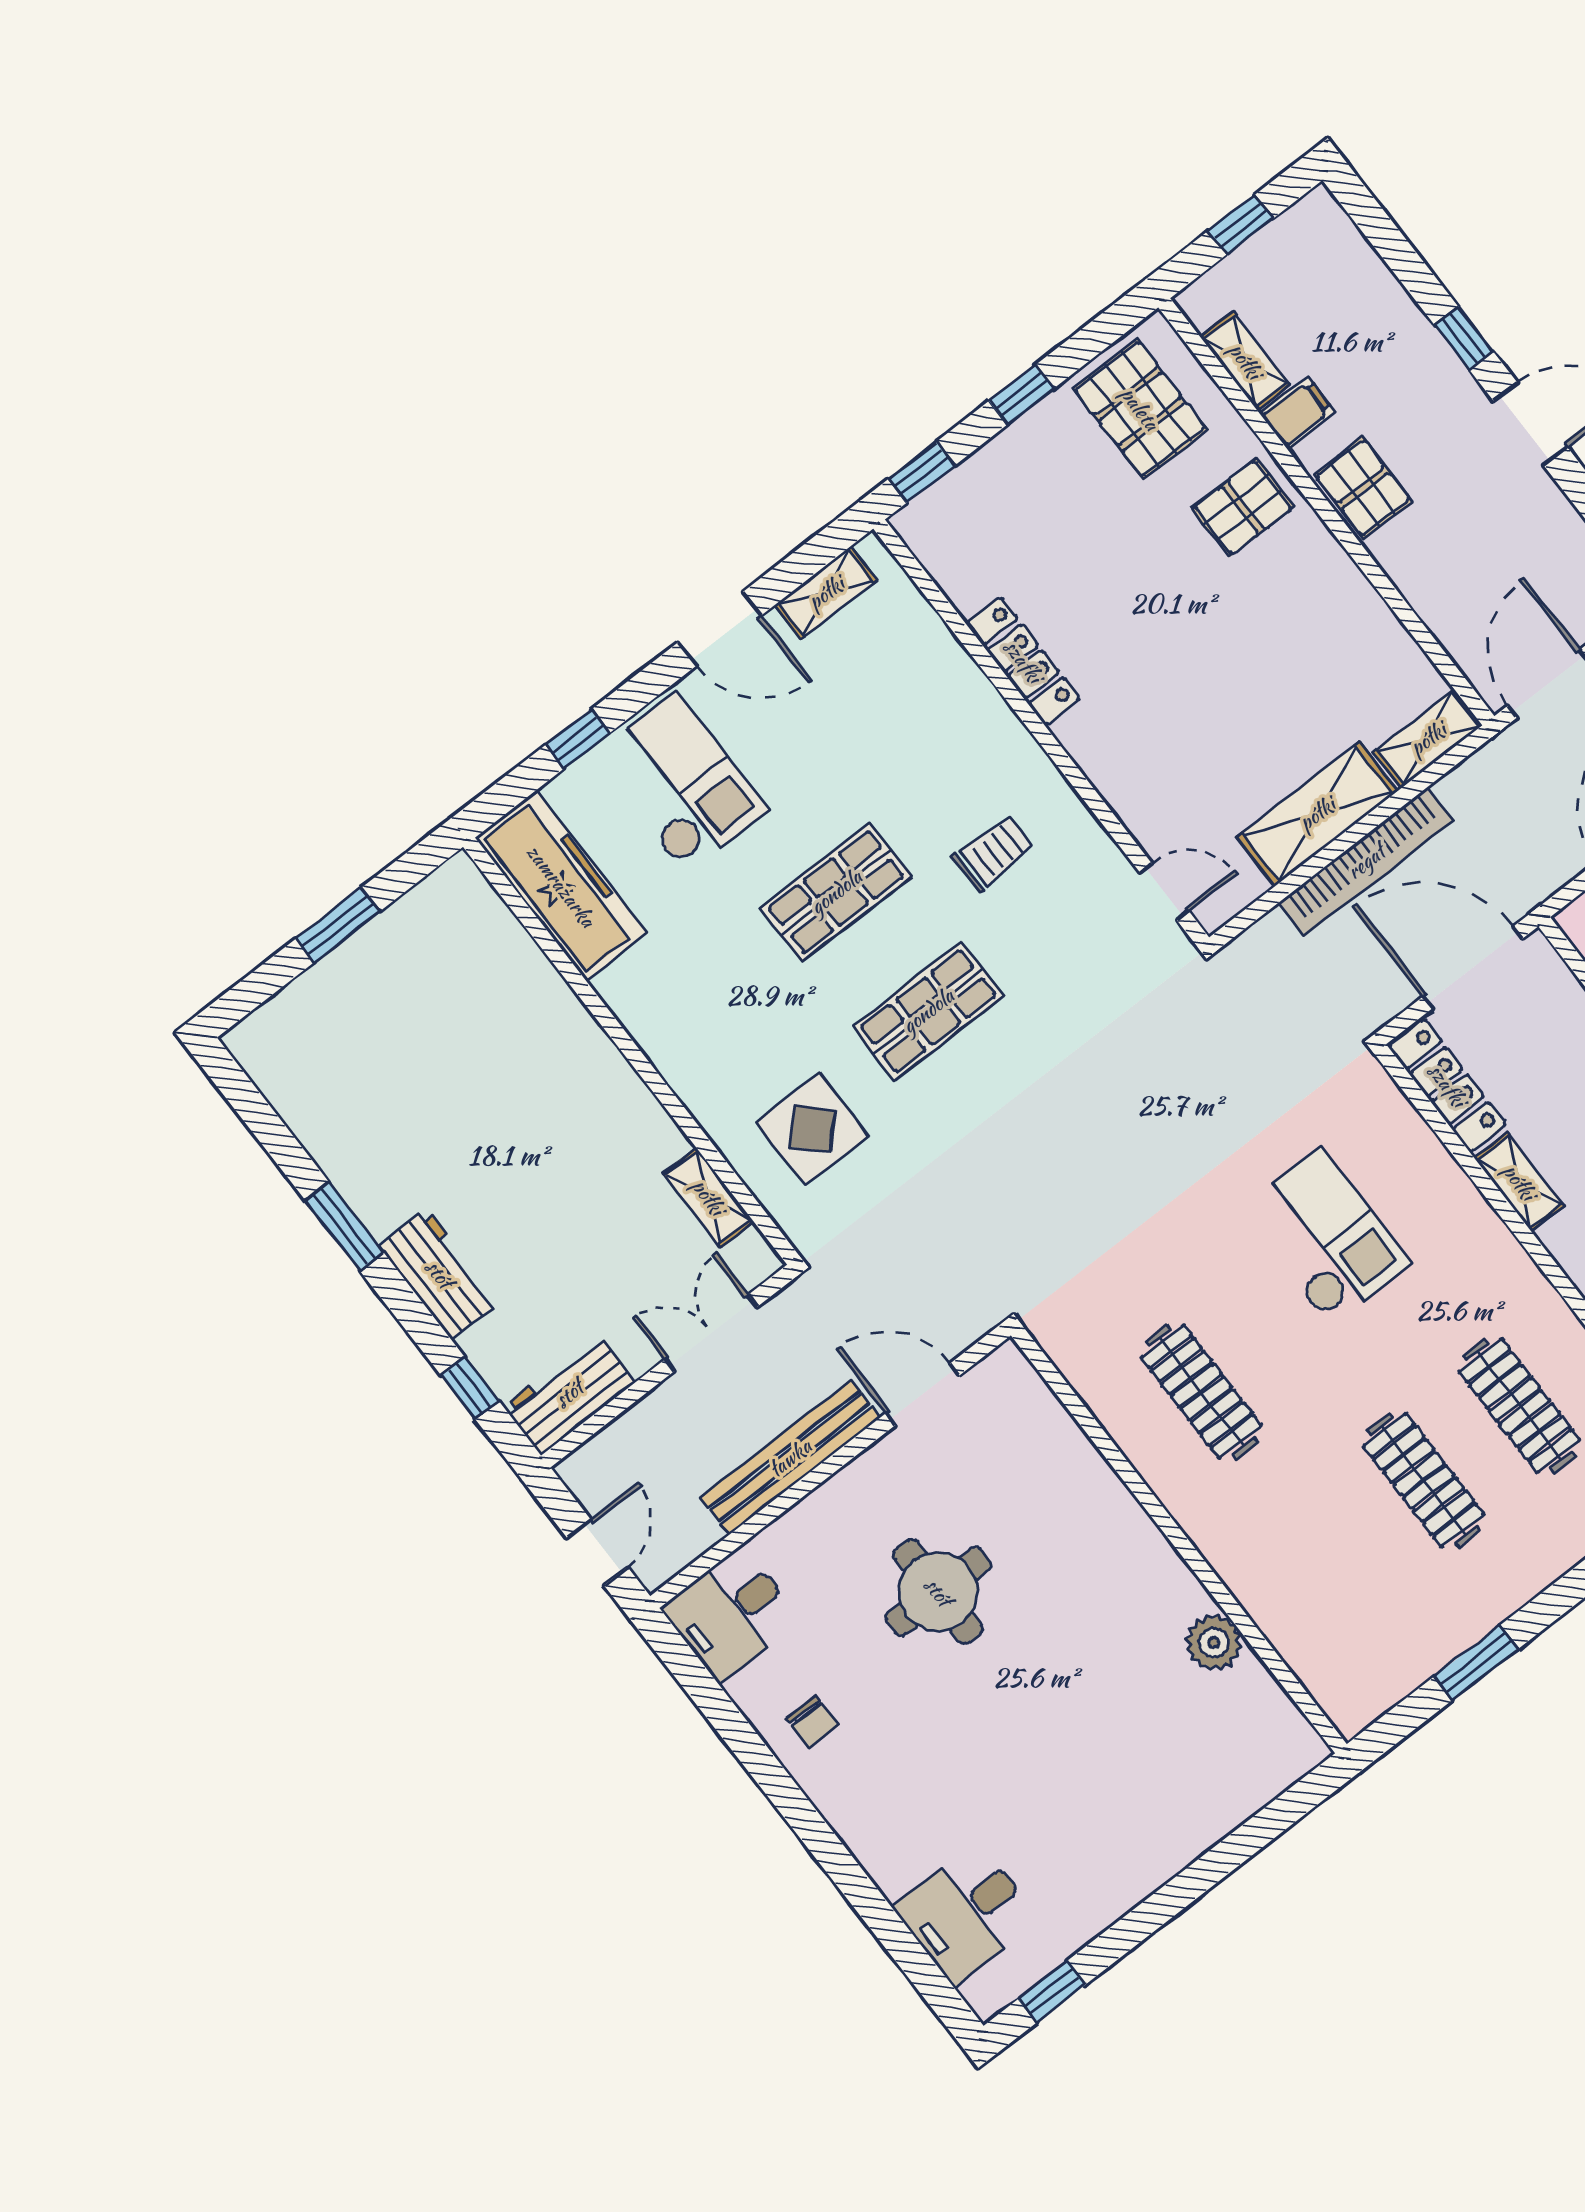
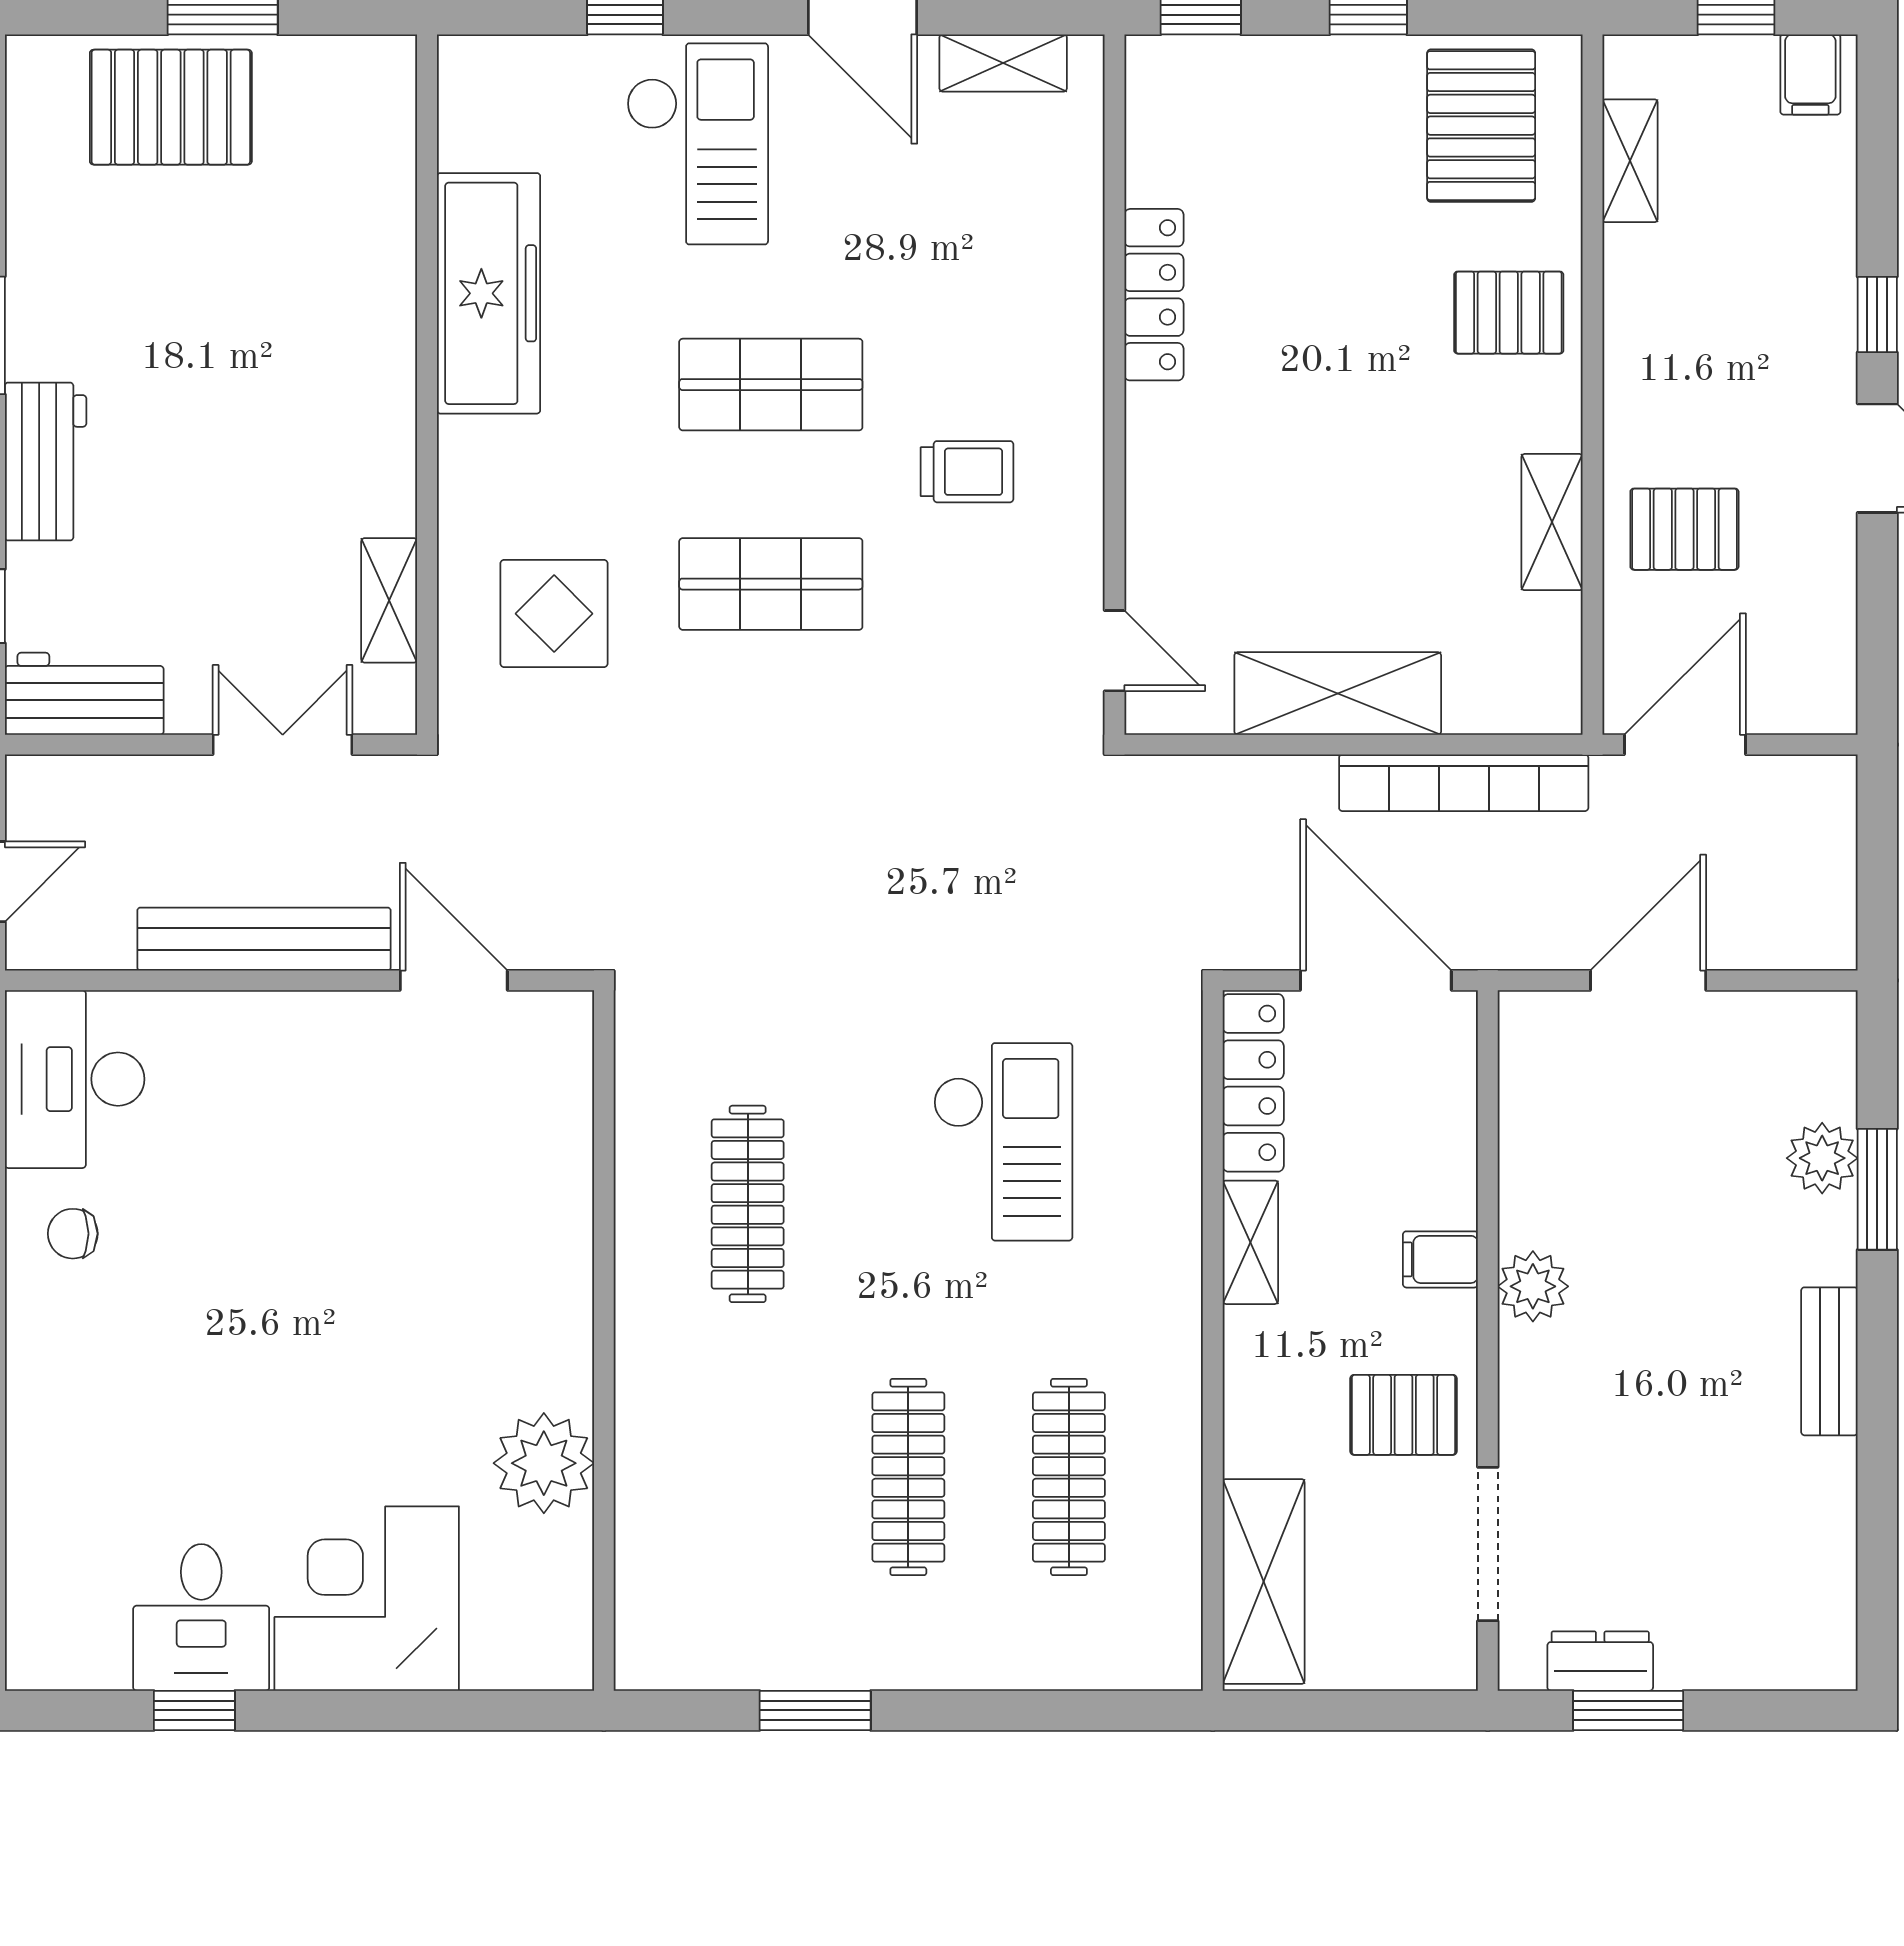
filing cabinet: (1297, 413) -> (1810, 74), moved, turned 90
pallet: (1363, 488) -> (1684, 529), moved, turned 90
shelving: (1428, 739) -> (1552, 522), moved, turned 90
bookcase: (1366, 862) -> (1464, 783), moved
freezer: (561, 886) -> (489, 293), moved
pallet: (350, 1004) -> (171, 107), added
round table: (938, 1592) -> (310, 1199), removed
desk: (731, 1614) -> (75, 1079), width x1.37
plant: (1214, 1643) -> (544, 1463), width x1.36, depth x1.36
chair: (812, 1722) -> (73, 1234), turned 90
corner desk: (1157, 1803) -> (367, 1599), added
desk: (966, 1914) -> (201, 1617), moved, turned -90
window: (1051, 1992) -> (194, 1710), moved

